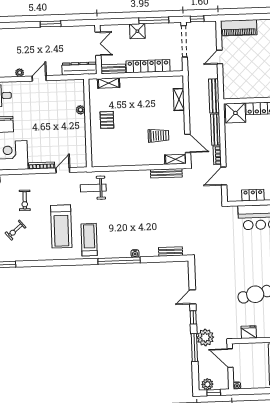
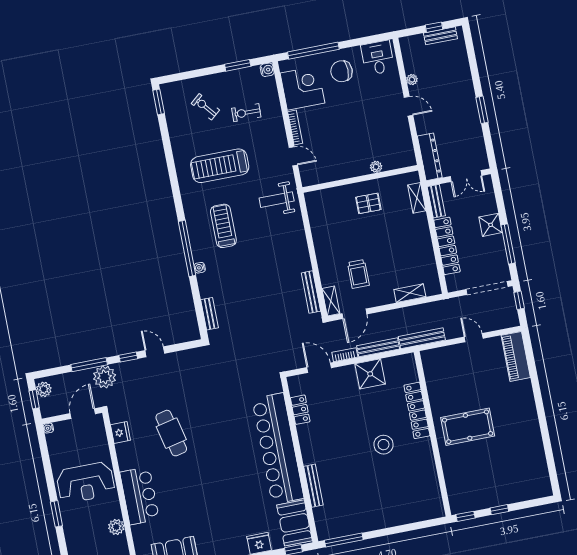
shower: (235, 113) -> (370, 374), moved
weight bench: (93, 188) -> (277, 200), turned -90
treadmill: (89, 240) -> (223, 226), moved, turned -90

